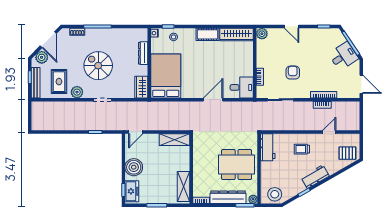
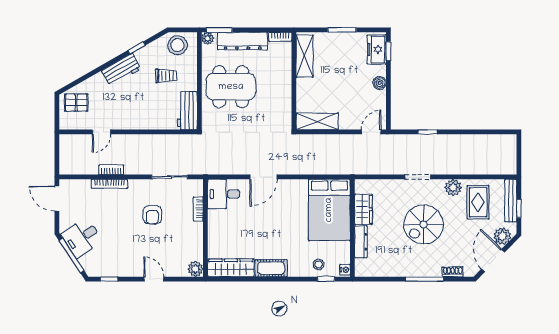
spiral stairs: (98, 66) -> (424, 224), turned 90
wardrobe: (141, 87) -> (363, 209), moved
trolley: (302, 149) -> (166, 76), moved
boiler: (134, 167) -> (380, 83), width x0.54, depth x0.54

